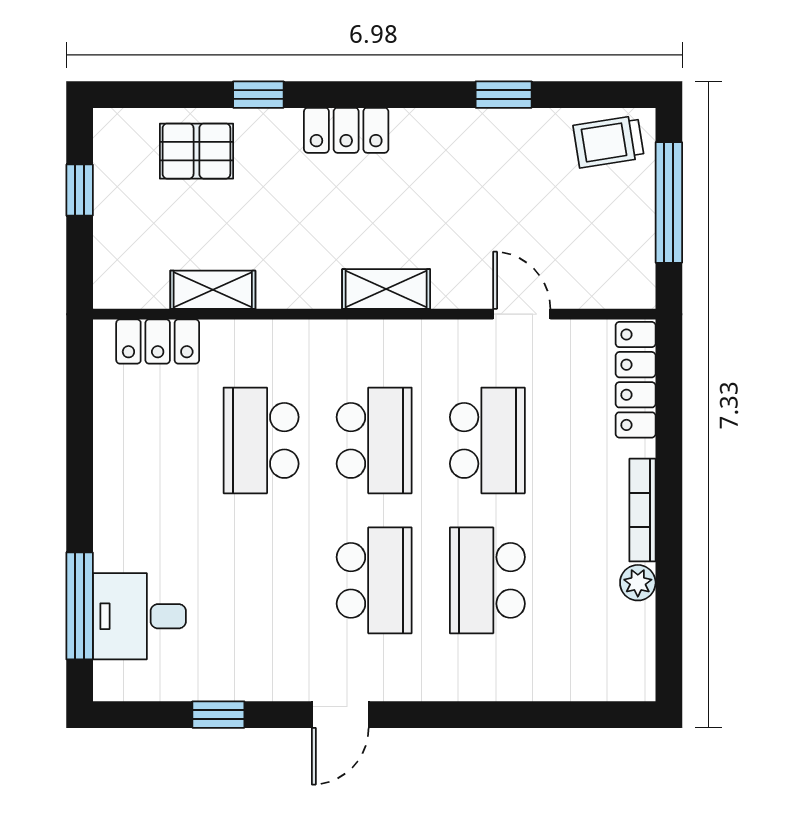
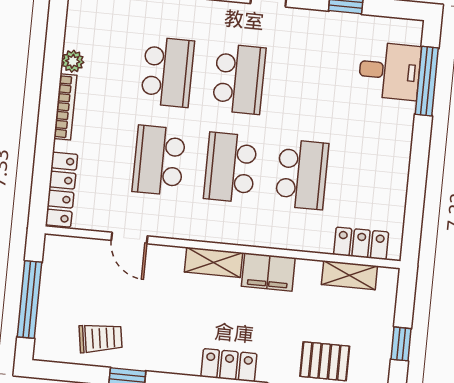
trolley: (609, 142) -> (101, 338), moved
filing cabinet: (299, 282) -> (268, 272), added
shelving: (213, 290) -> (349, 275), moved
school desk: (374, 580) -> (239, 79), turned 180

